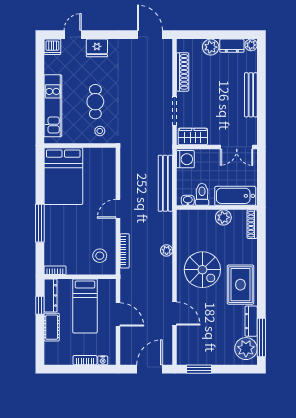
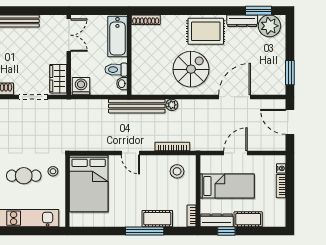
bed: (63, 176) -> (89, 184), moved, turned 90
bench: (165, 183) -> (137, 106), moved
plant: (223, 217) -> (139, 48), removed
cot: (52, 236) -> (157, 219), added
door: (175, 314) -> (235, 97), width x1.36
window: (261, 338) -> (258, 11), width x0.69

